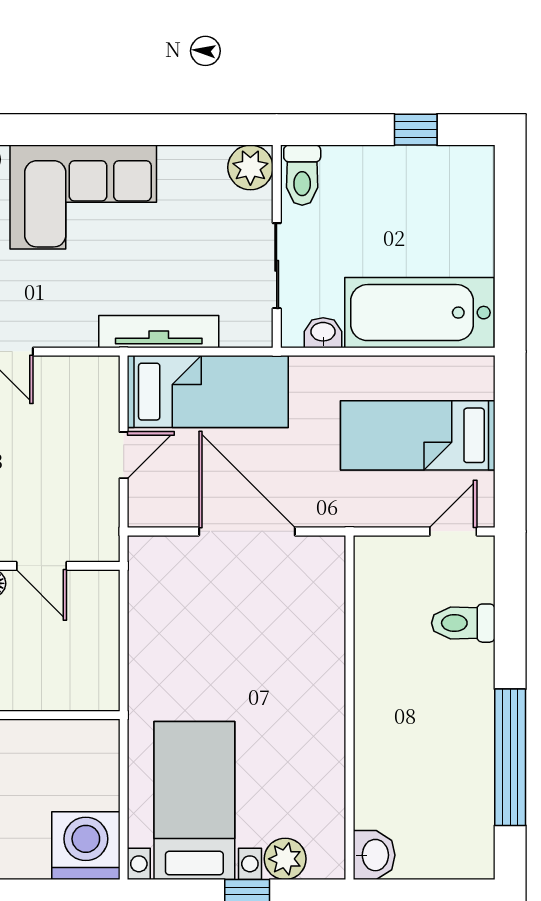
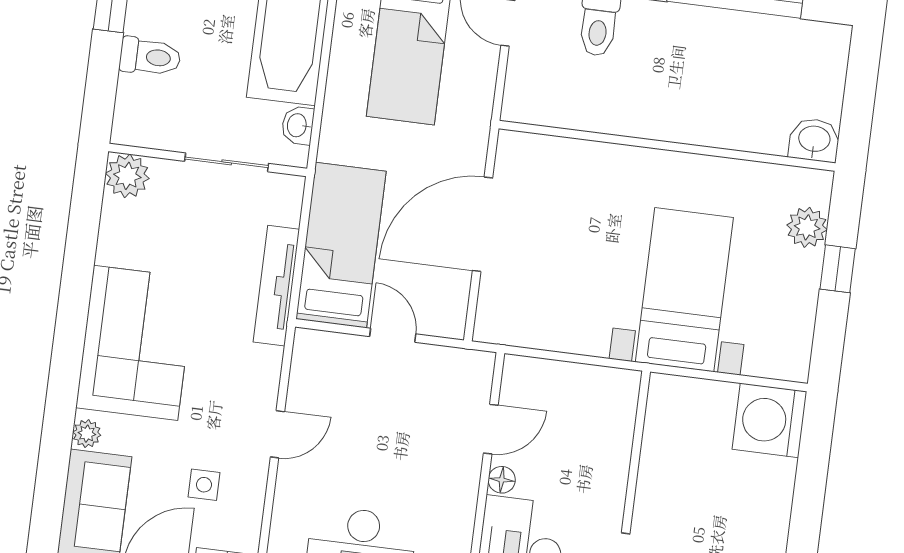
toilet: (302, 175) -> (150, 57), moved
bed with nightstands: (194, 801) -> (684, 290), moved, turned 90

